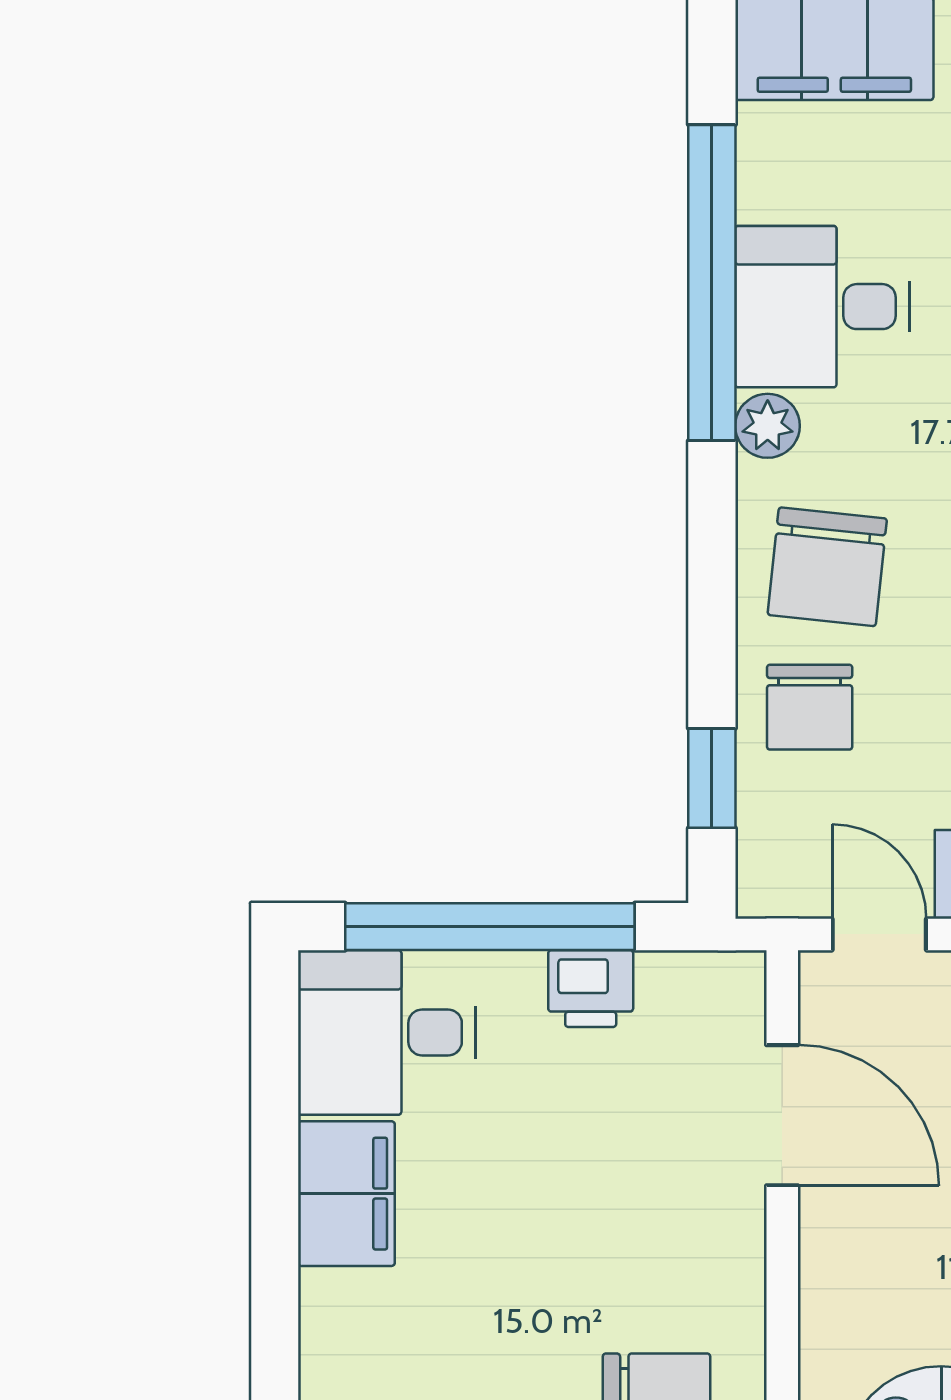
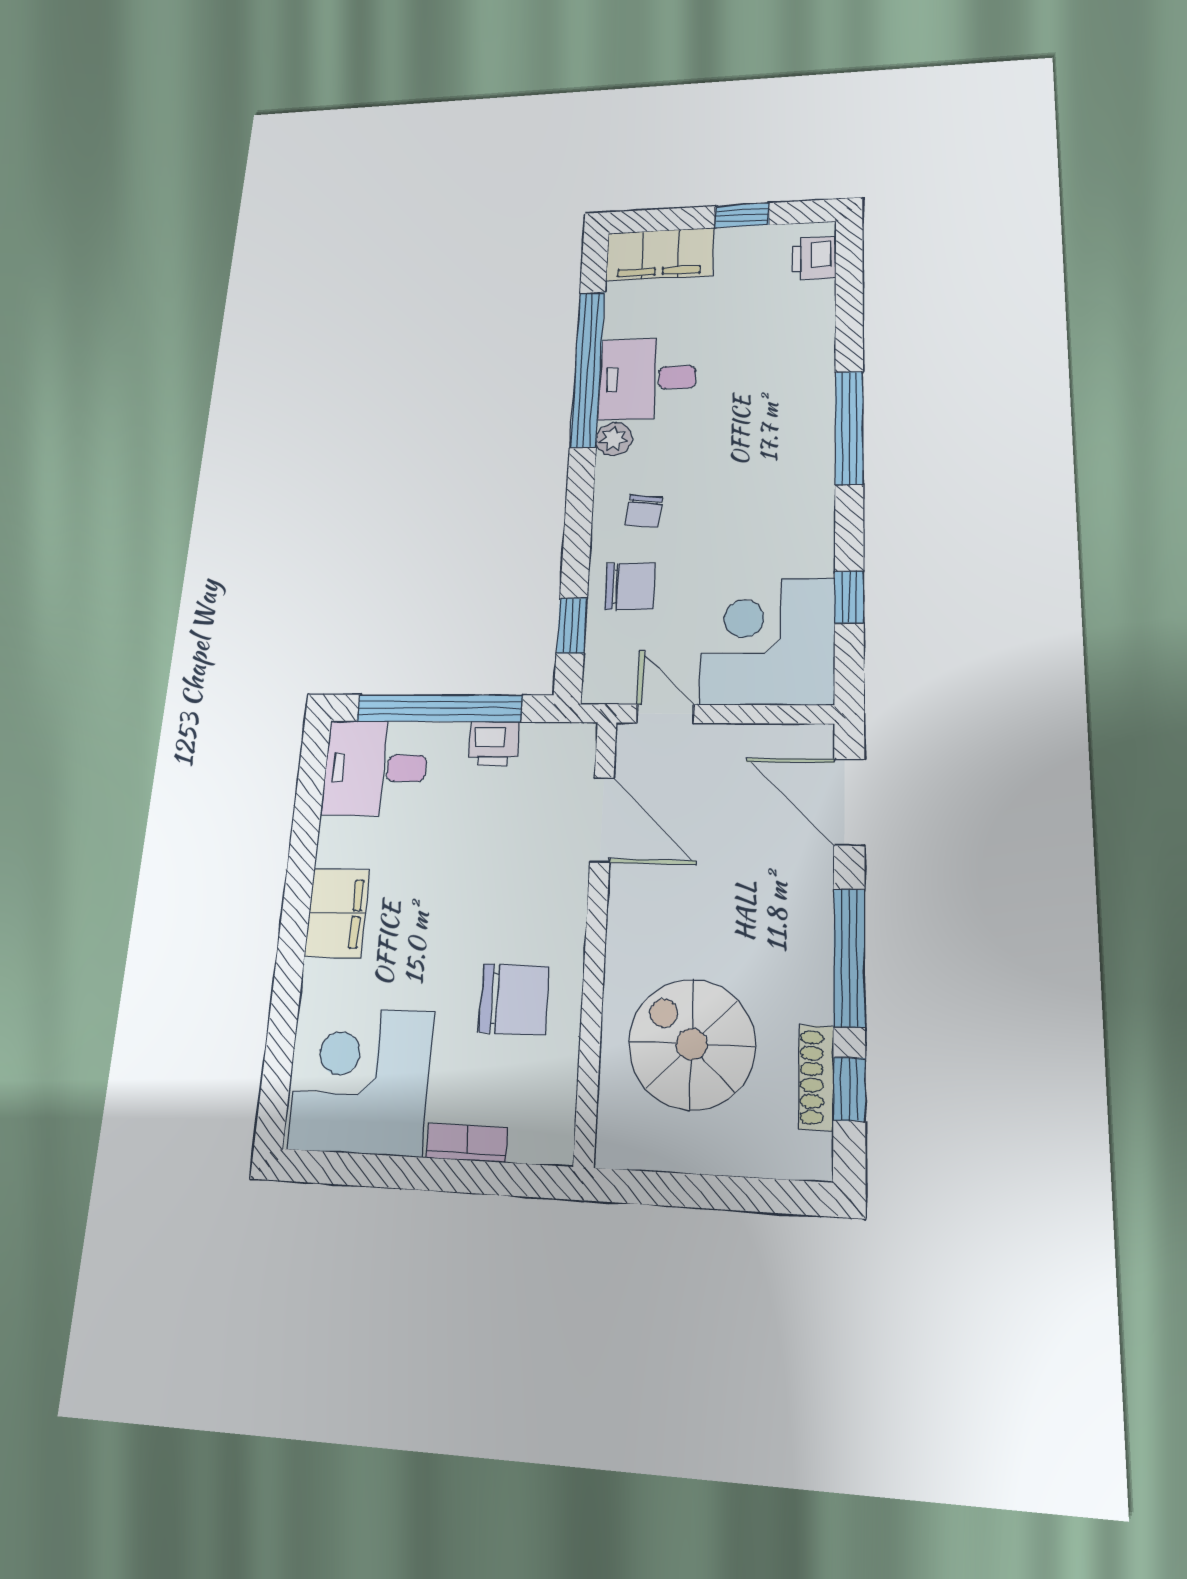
chair: (827, 567) -> (644, 511), width x0.54, depth x0.54
chair: (810, 707) -> (630, 586), turned -90
filing cabinet: (346, 1194) -> (337, 913), moved

